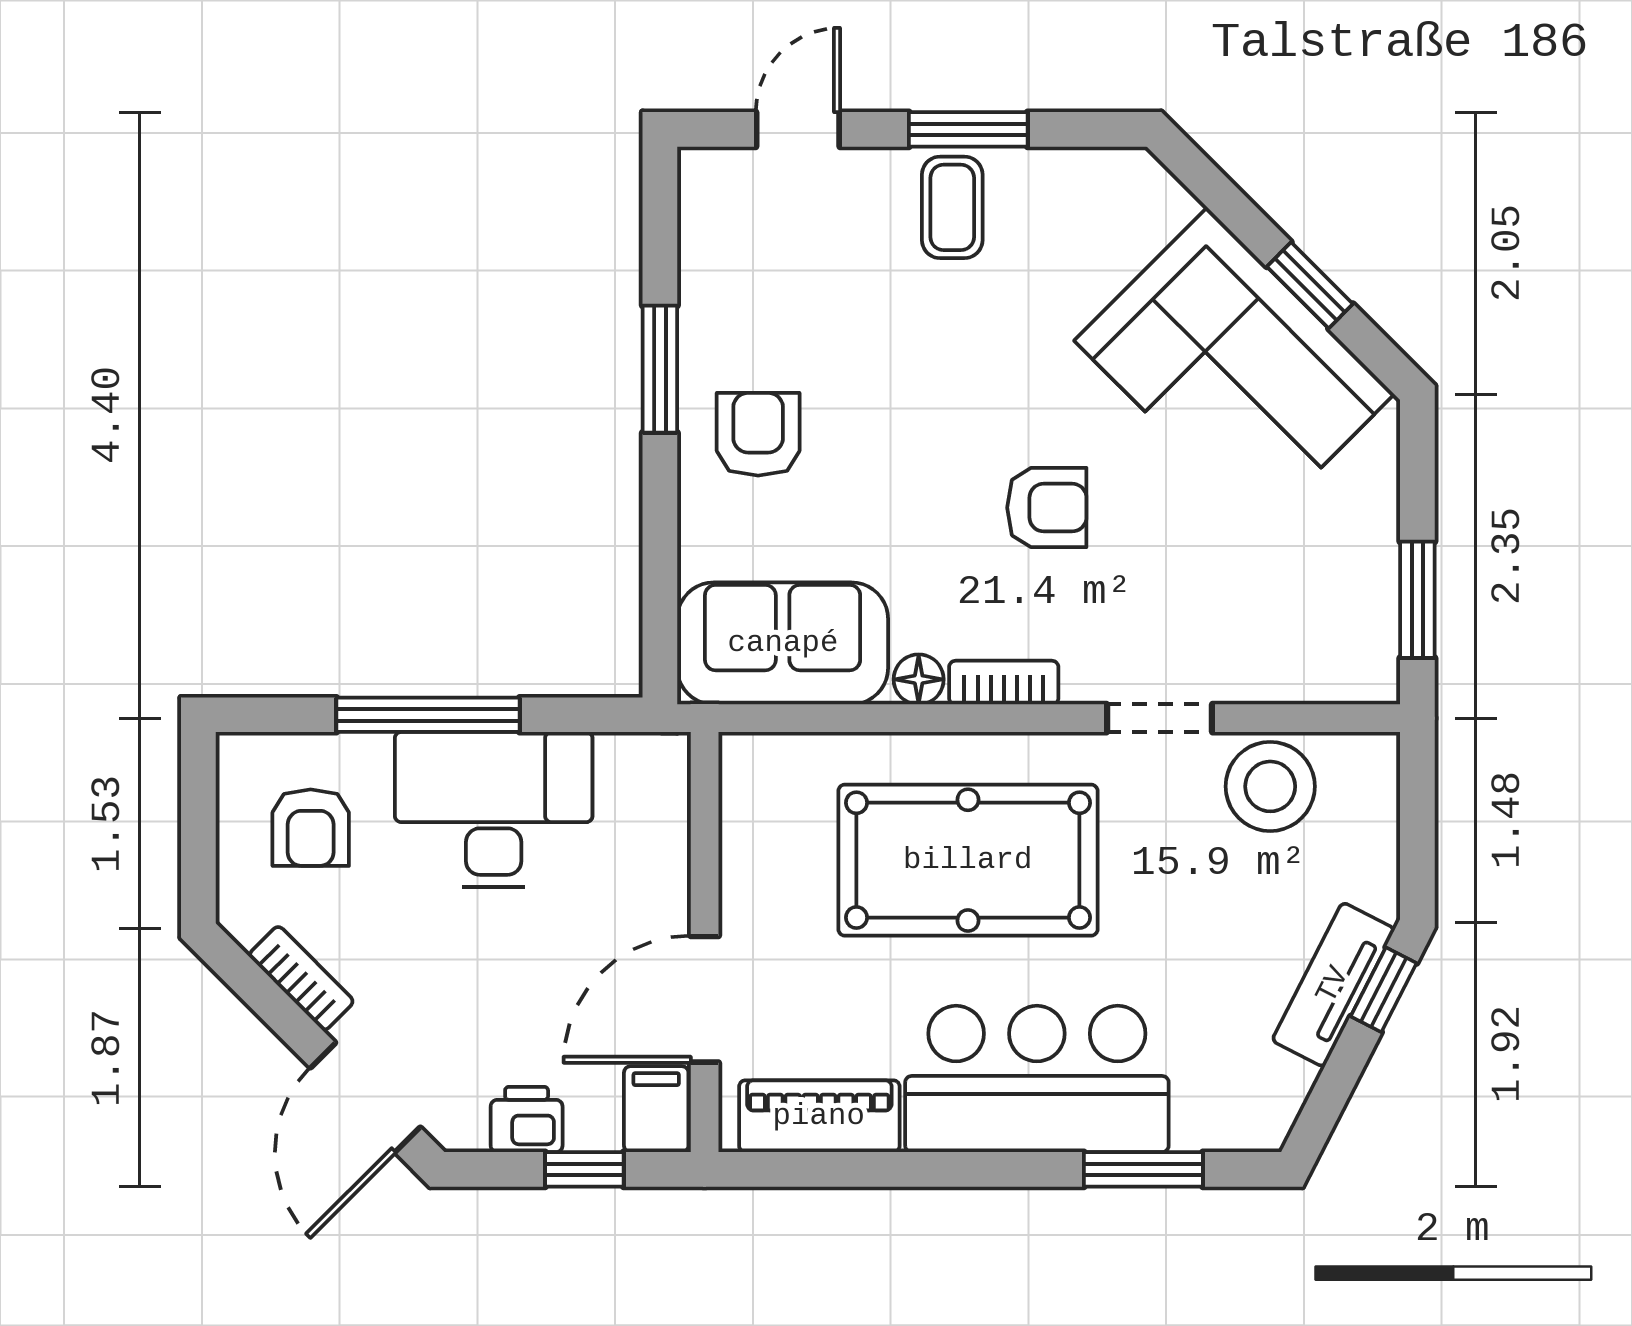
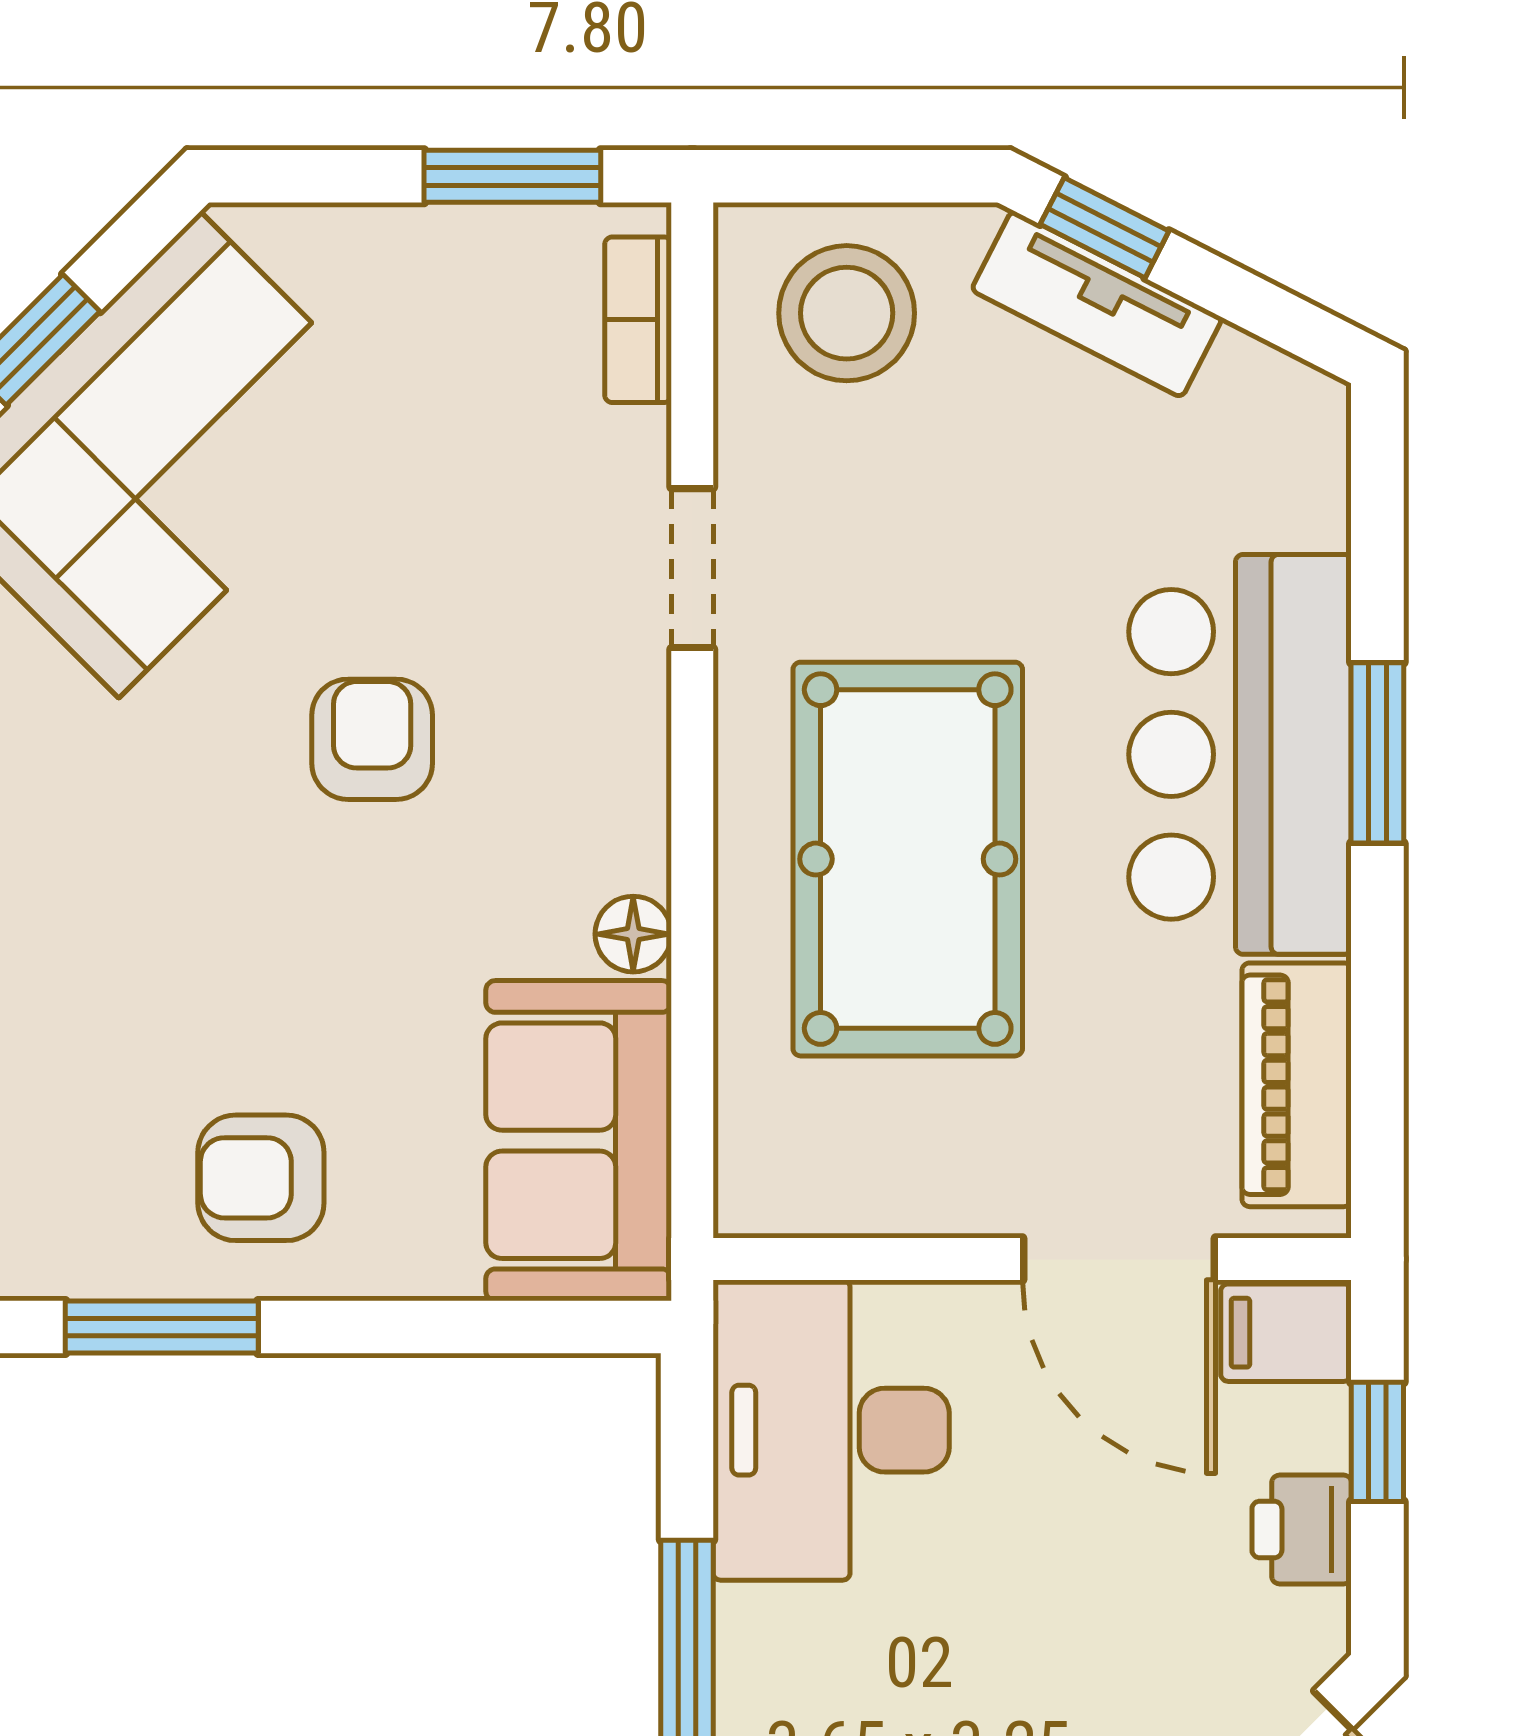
bookcase: (1004, 683) -> (638, 320), moved
stool: (1270, 786) -> (847, 313), moved
desk: (494, 810) -> (831, 1430), moved
window: (1143, 1169) -> (1377, 753), moved

